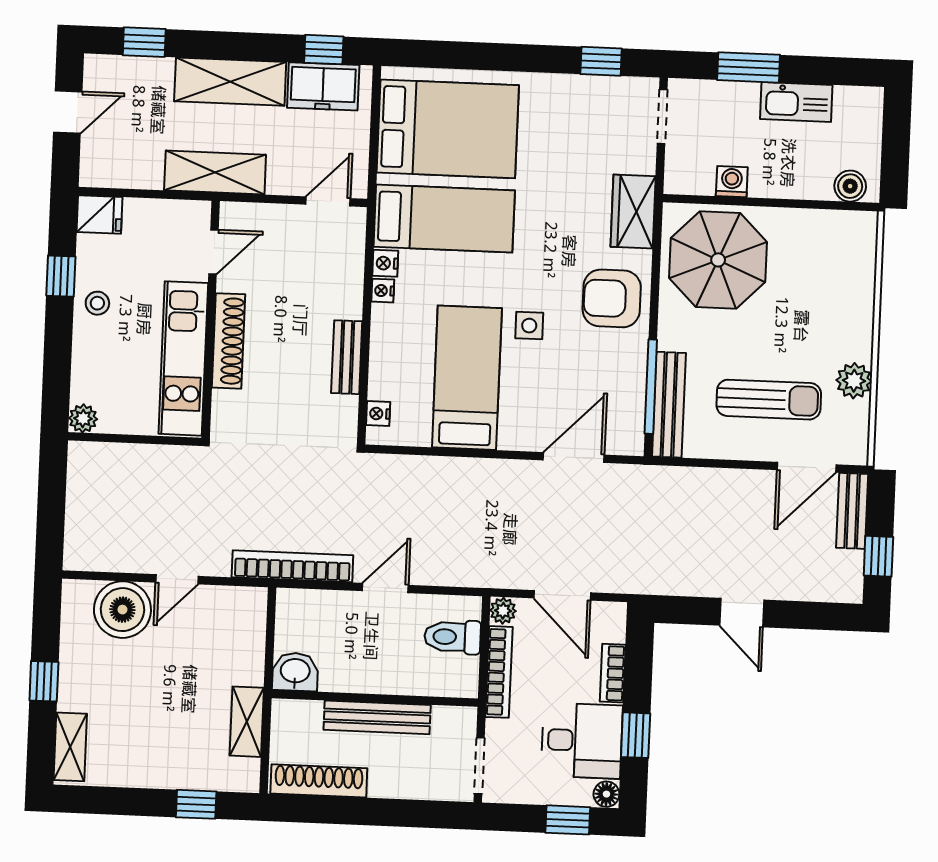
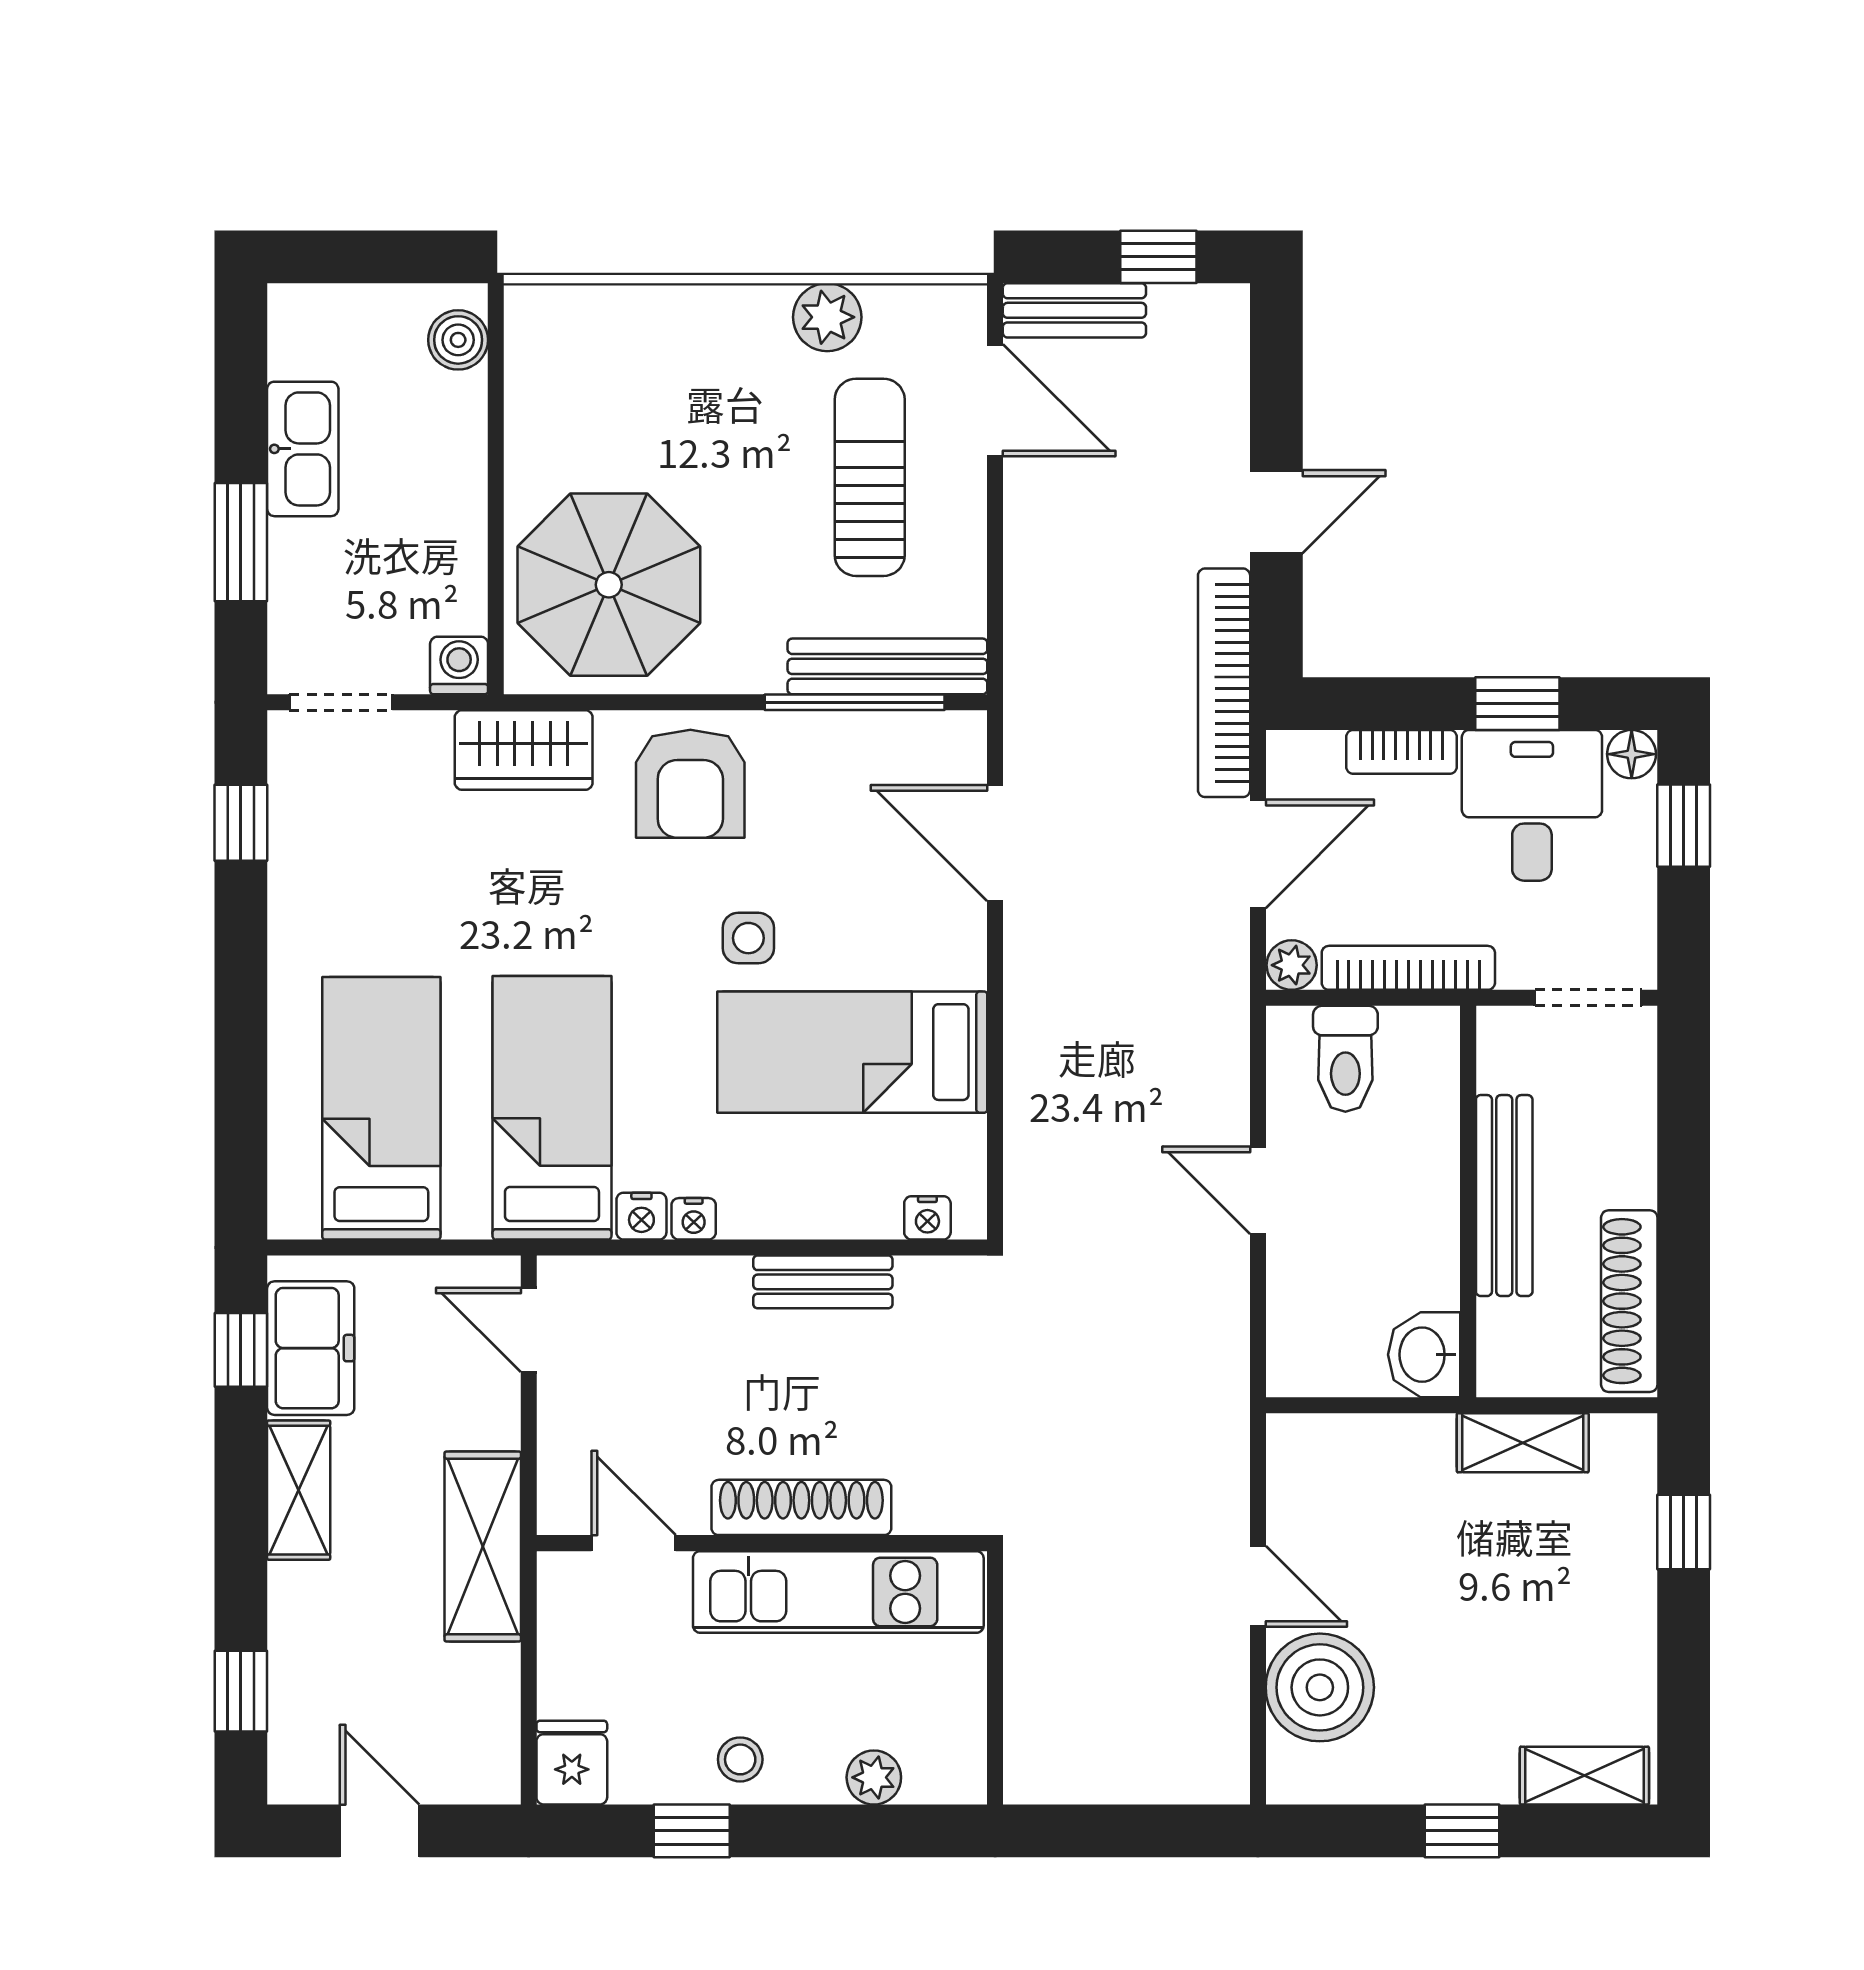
shelving: (230, 82) -> (299, 1490), width x0.67, depth x0.75
bed: (448, 129) -> (381, 1108), width x0.67
washing machine: (732, 182) -> (459, 665), moved, turned 90
plant: (83, 418) -> (874, 1777), moved
bookcase: (292, 566) -> (1224, 683), moved

